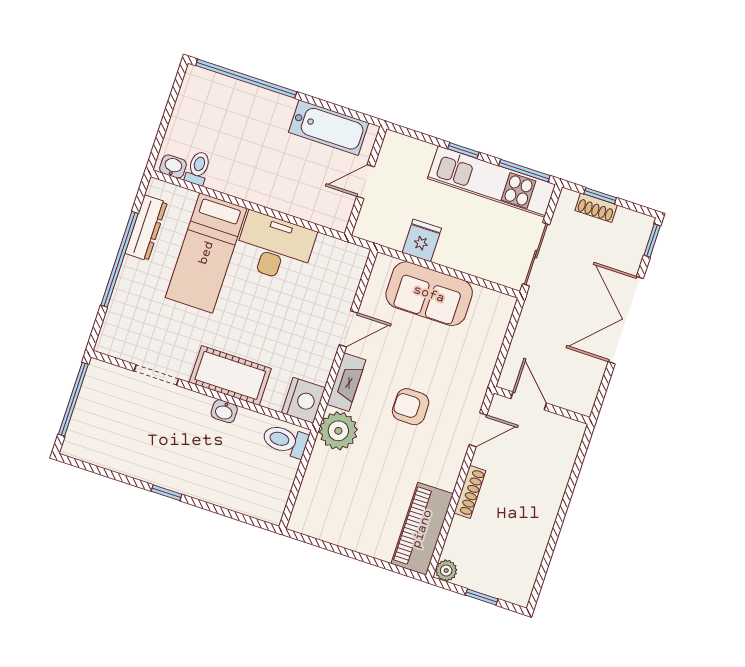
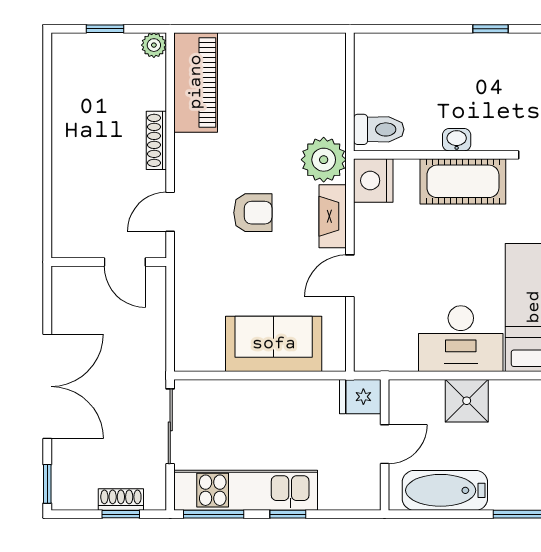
shower: (287, 195) -> (467, 401), added
fridge: (422, 240) -> (360, 397), moved, turned 90

